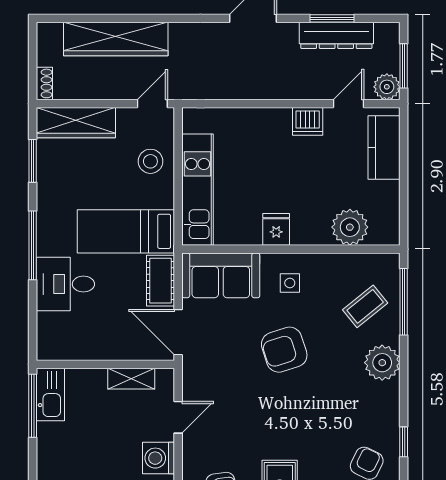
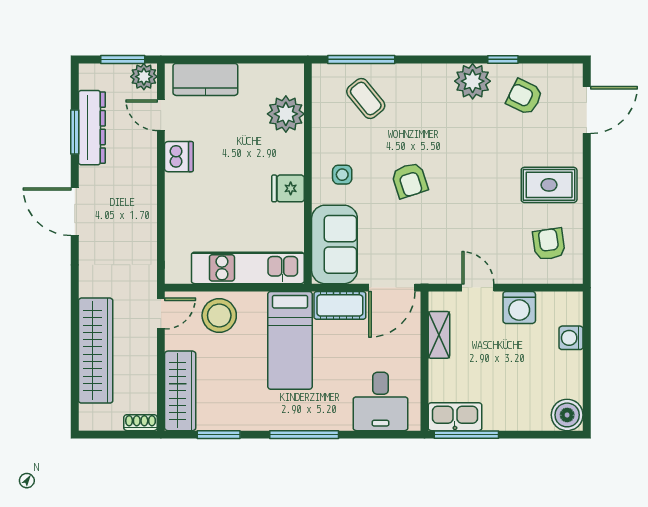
door: (152, 104) -> (161, 314), swing flipped
stool: (150, 161) -> (219, 315), width x1.38, depth x1.38
desk: (65, 284) -> (381, 401), moved
armchair: (284, 350) -> (410, 180), width x0.72, depth x0.72
plant: (382, 363) -> (473, 81), moved

